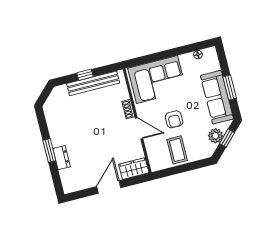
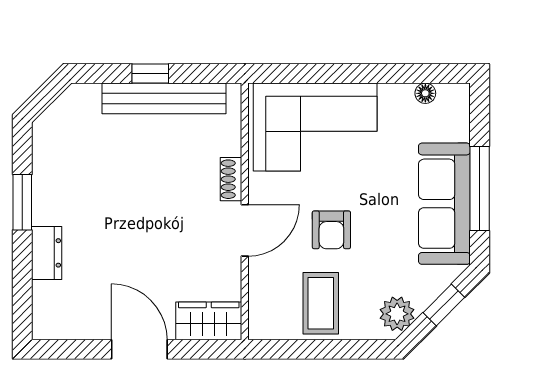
window: (230, 87) -> (480, 189), width x1.44
door: (139, 128) -> (245, 230), hinge flipped
plant: (215, 136) -> (397, 314), moved
window: (49, 151) -> (22, 202), moved
door: (109, 187) -> (139, 349), hinge flipped

